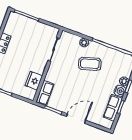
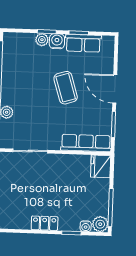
coffee table: (90, 64) -> (66, 88), moved
fridge: (34, 81) -> (101, 166), moved, turned 90
row of seats: (45, 93) -> (86, 143), width x1.48

